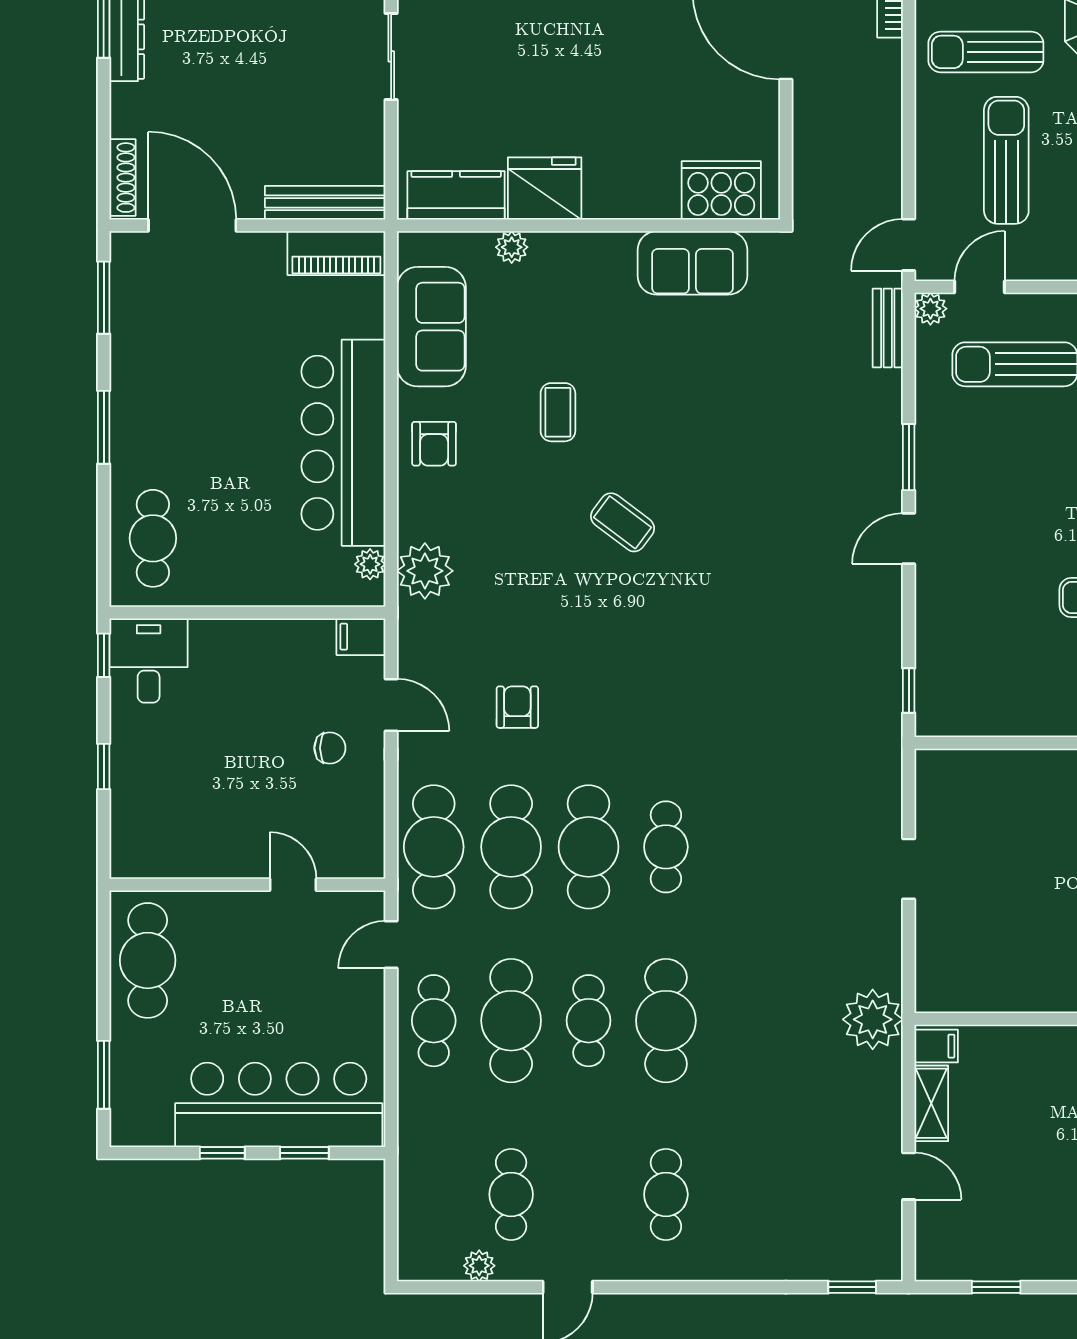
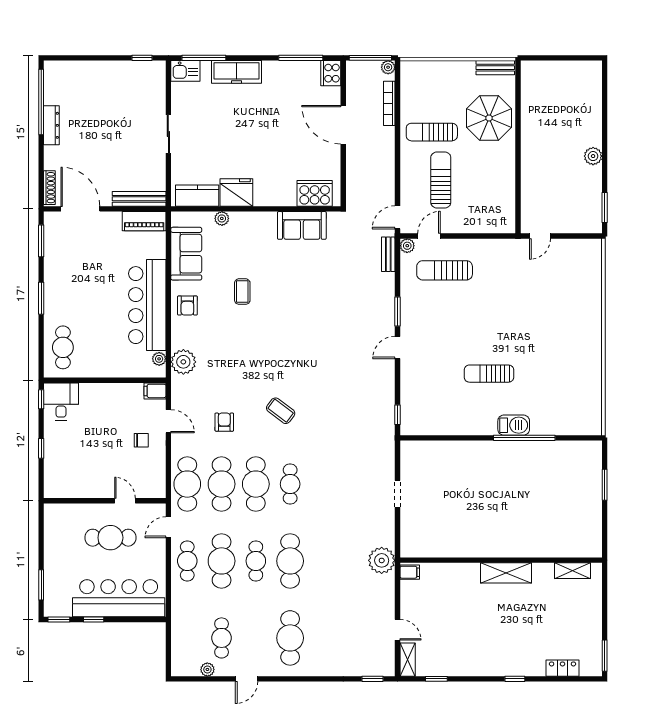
coffee table: (623, 522) -> (281, 411), moved
cafe table: (148, 960) -> (110, 538), moved, turned 90
shelving: (931, 1103) -> (408, 660), moved
window: (304, 1153) -> (59, 620), moved
cafe table: (666, 1194) -> (290, 638), width x1.37, depth x1.35

